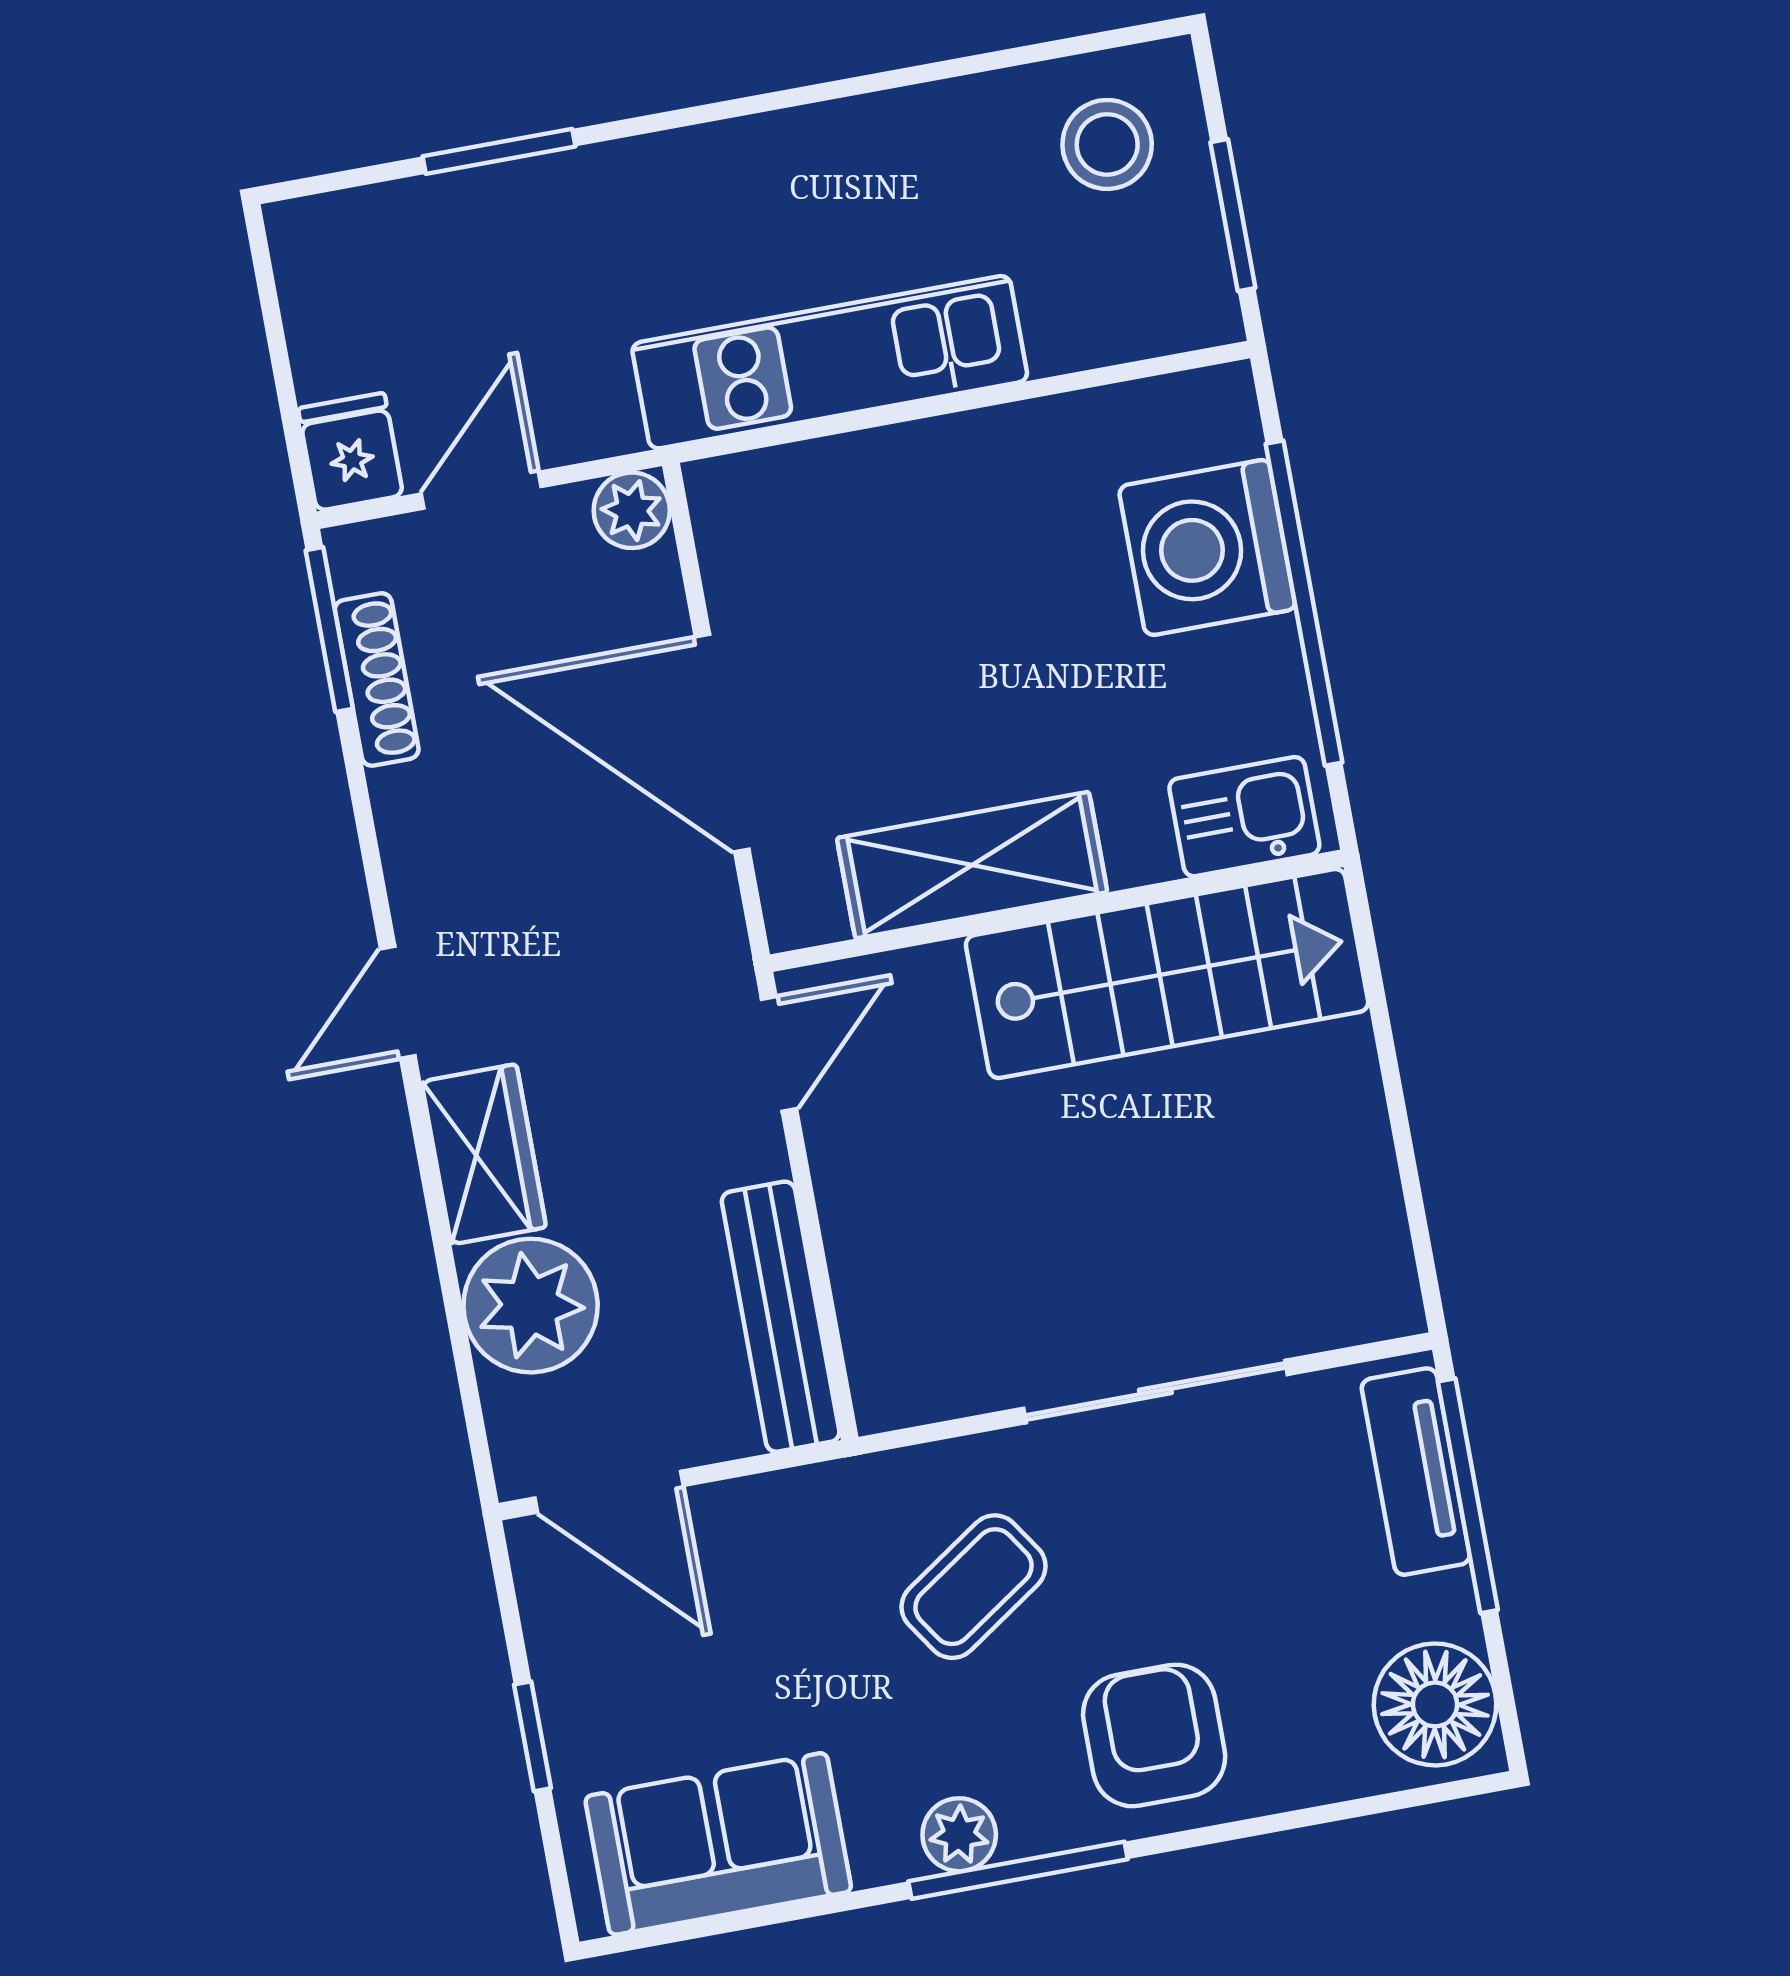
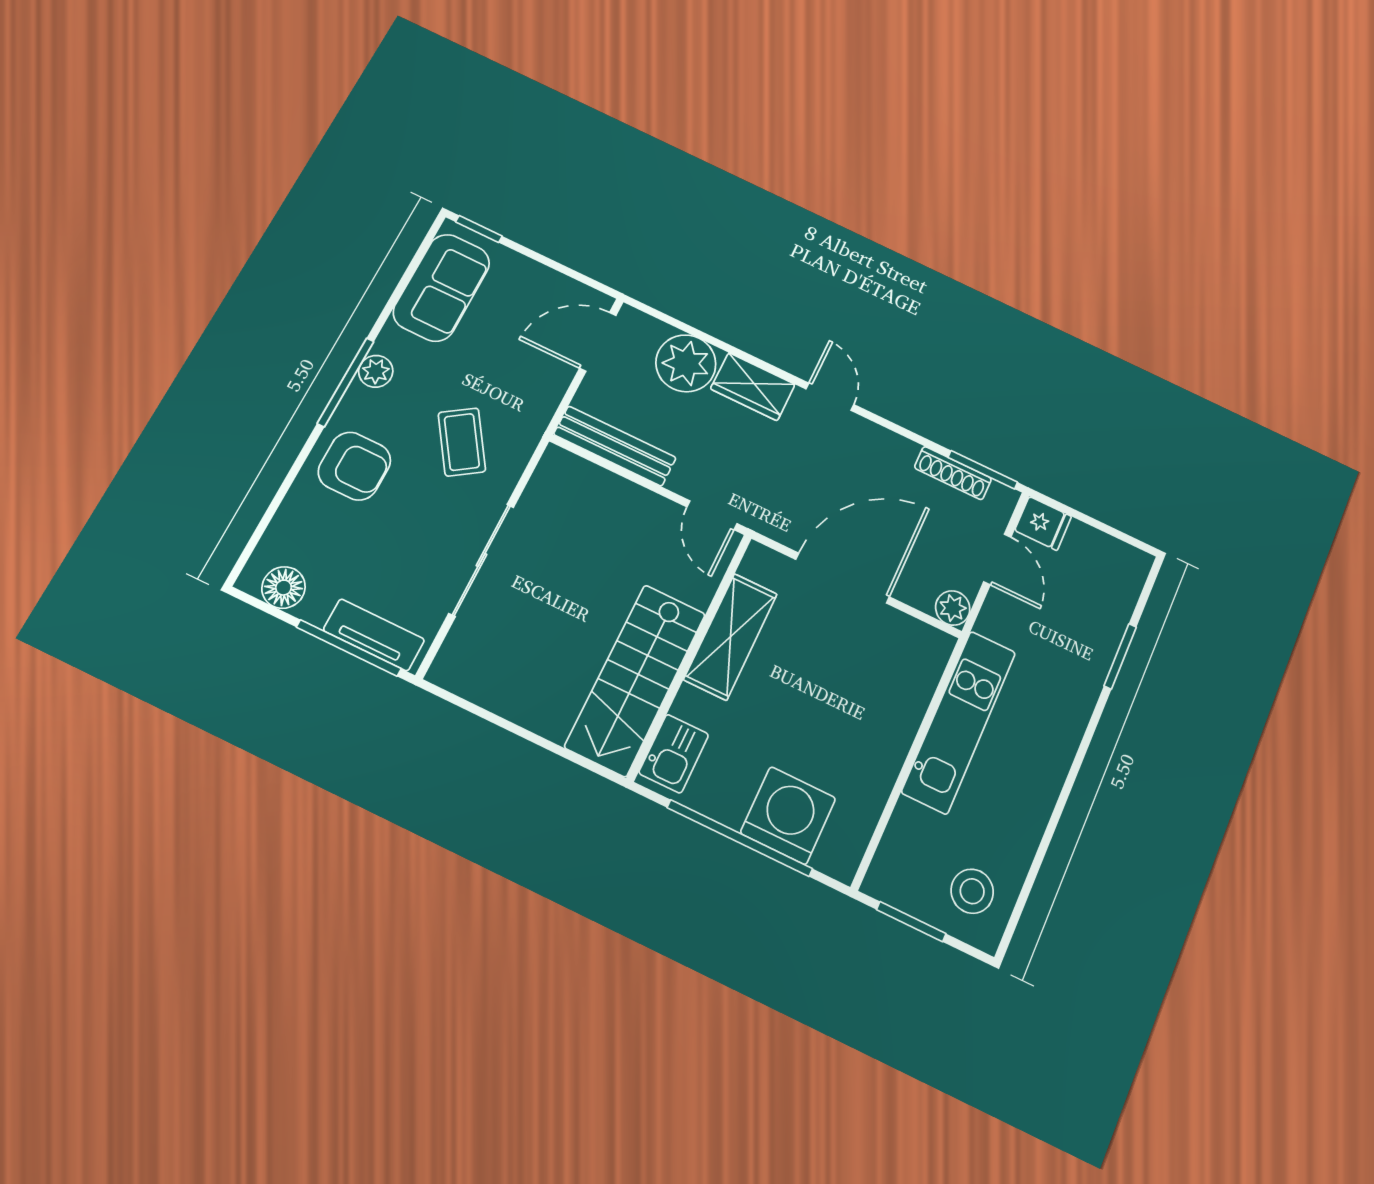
floor lamp: (1435, 1704) -> (284, 588), width x0.73, depth x0.73
window: (533, 1736) -> (479, 229), moved

